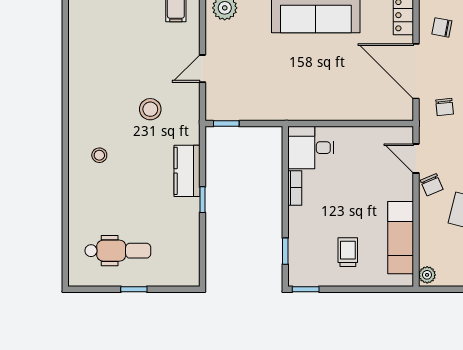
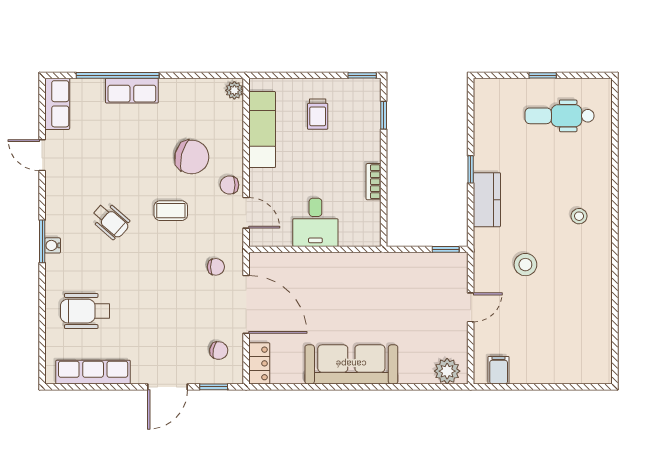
chair: (445, 107) -> (216, 267), turned 96
desk: (311, 148) -> (315, 222), moved, turned 90
chair: (432, 185) -> (229, 185), turned -67

